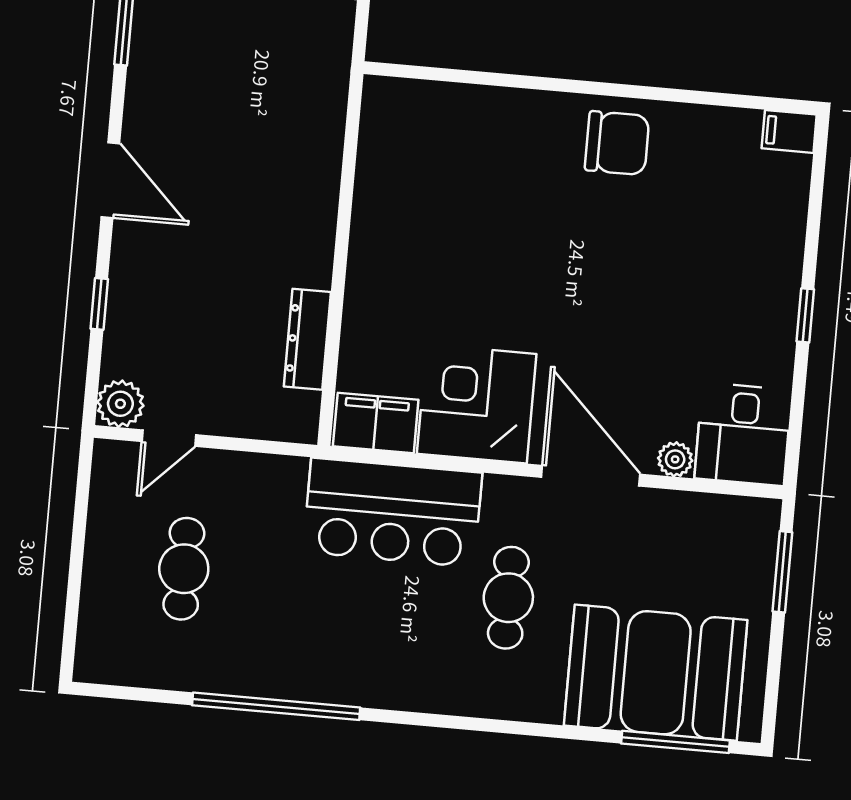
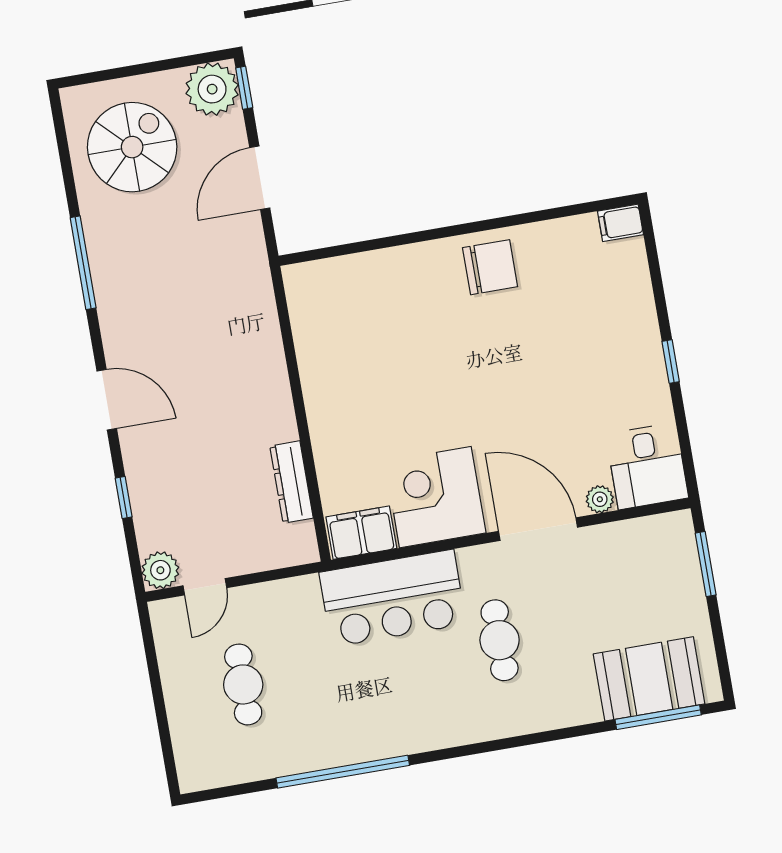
booth: (656, 673) -> (649, 679), width x0.73, depth x0.70

